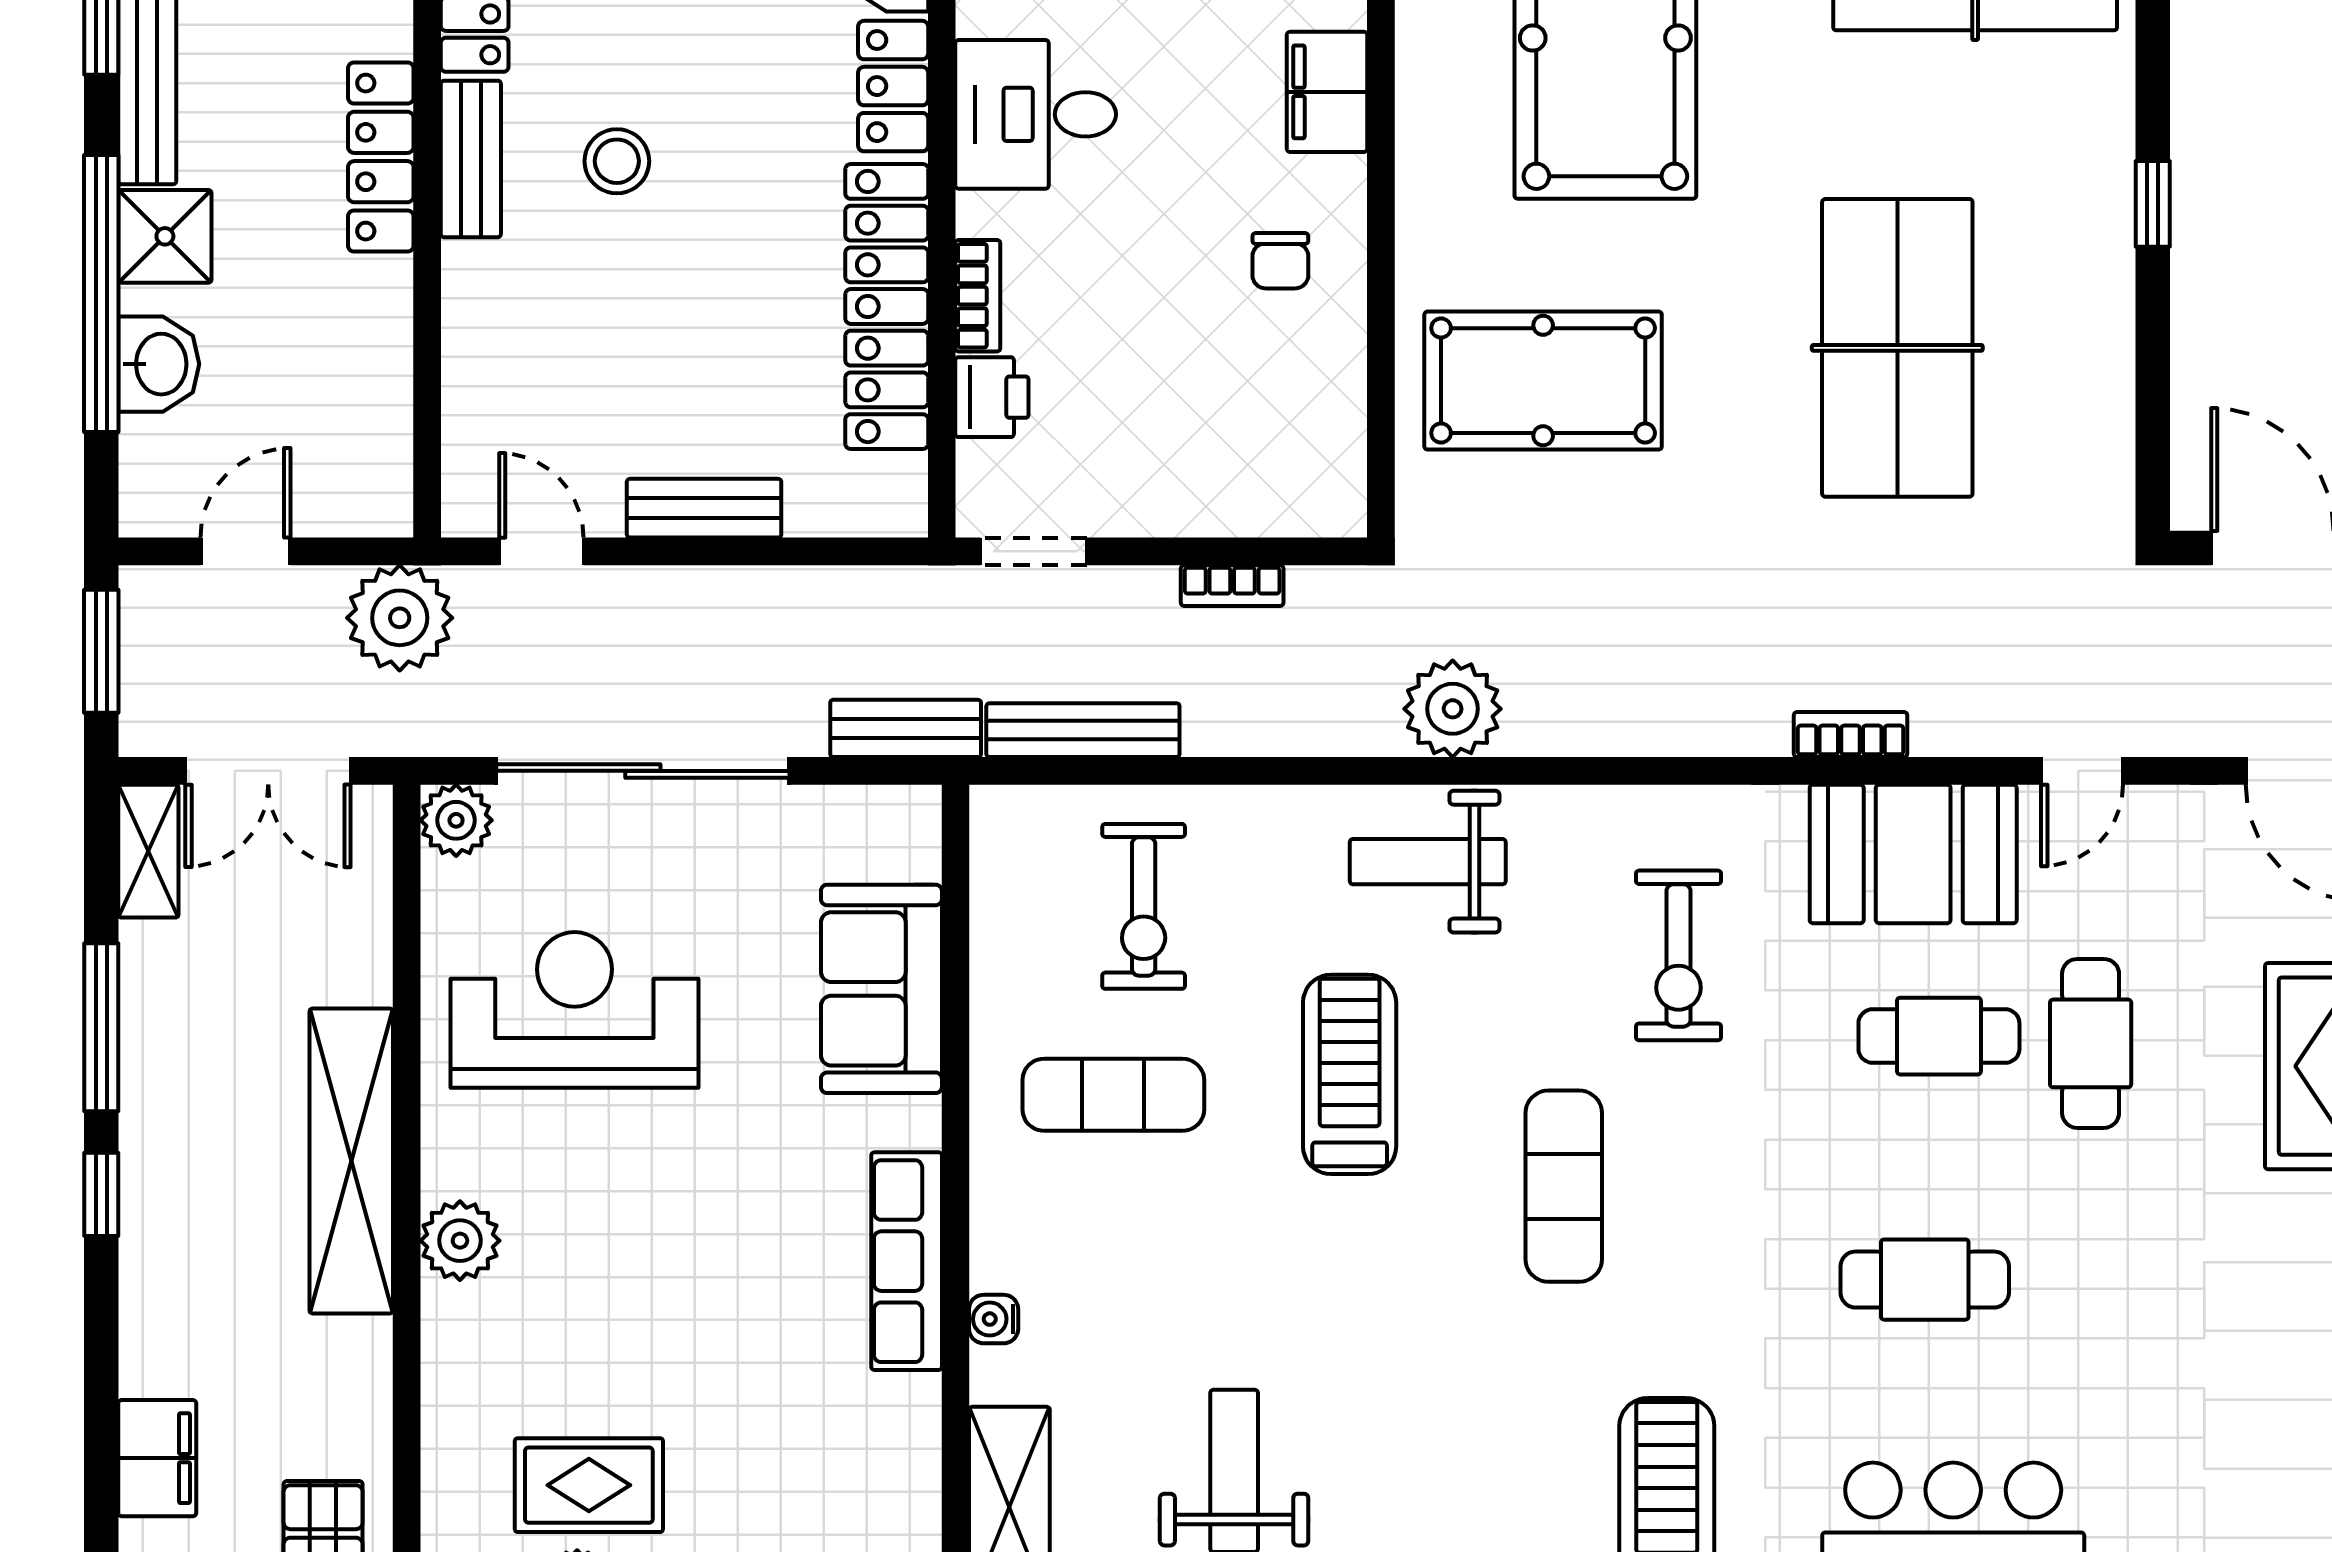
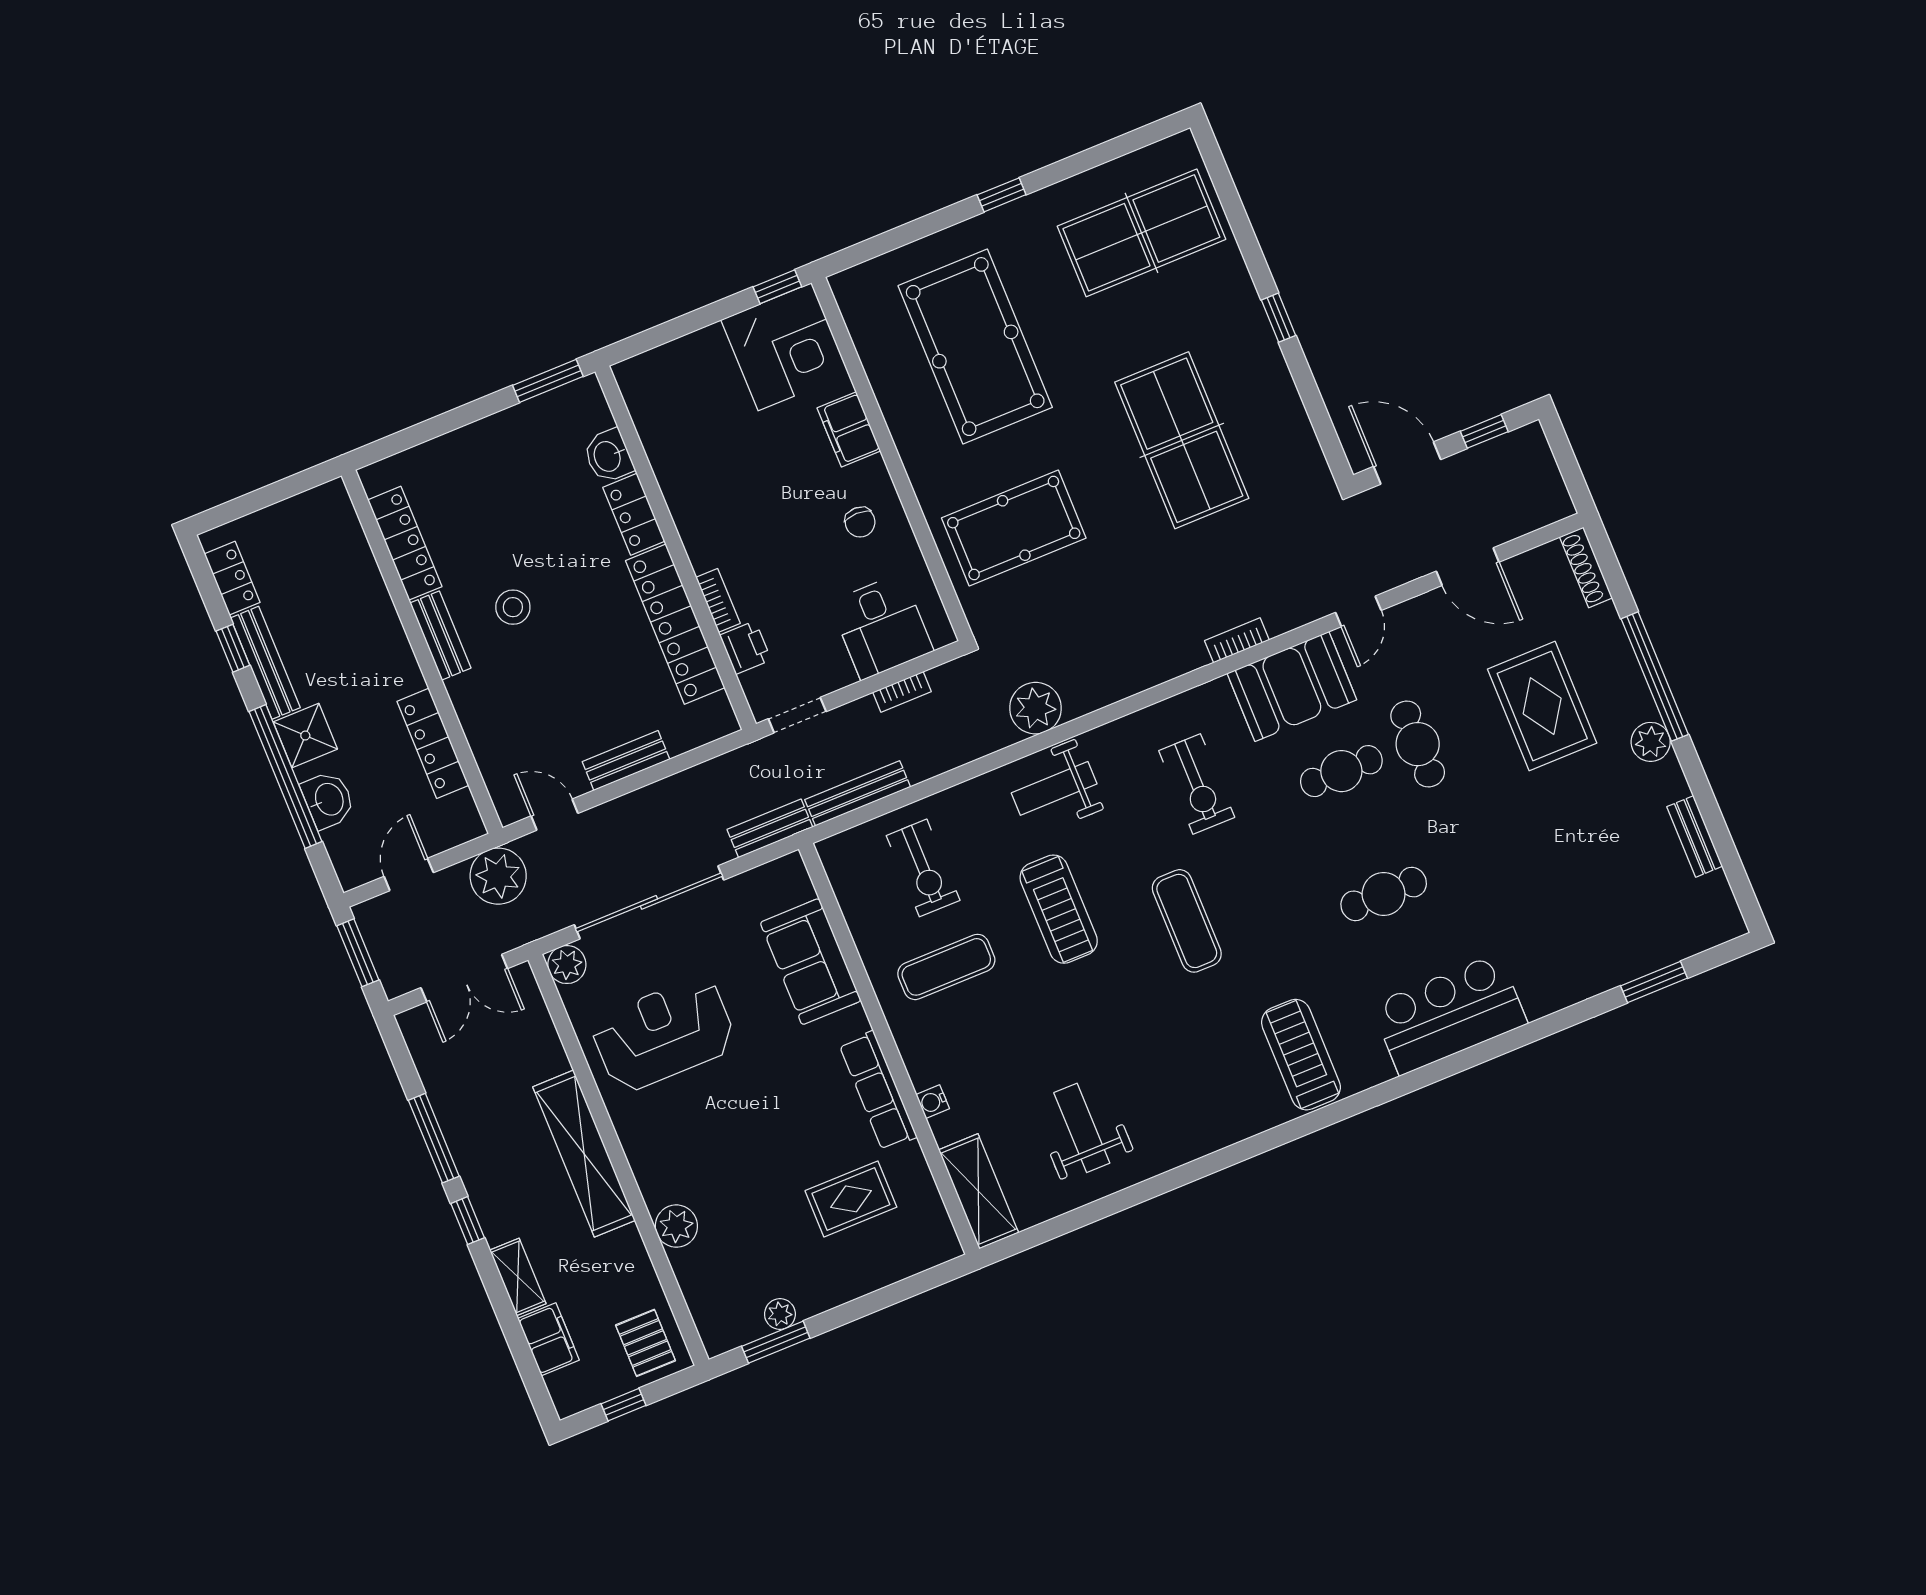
desk: (1036, 114) -> (881, 626), moved, turned -90
locker: (381, 157) -> (433, 743), moved
shelving: (148, 851) -> (518, 1277), moved
treadmill: (1350, 1074) -> (1059, 909), turned 180
plant: (460, 1241) -> (676, 1226), moved
rug: (589, 1485) -> (851, 1199), moved

